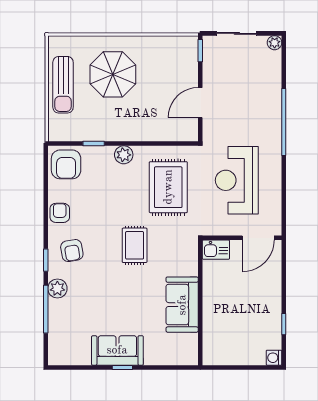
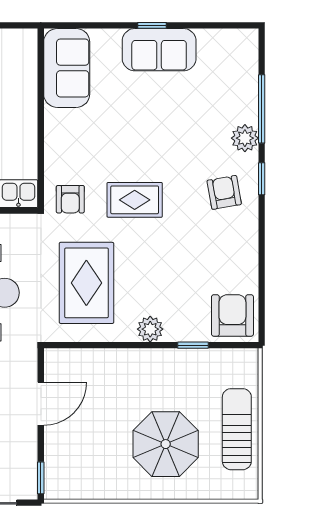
armchair: (60, 213) -> (70, 199), moved
rug: (135, 245) -> (135, 200), turned 90
sofa: (182, 305) -> (67, 68), moved

